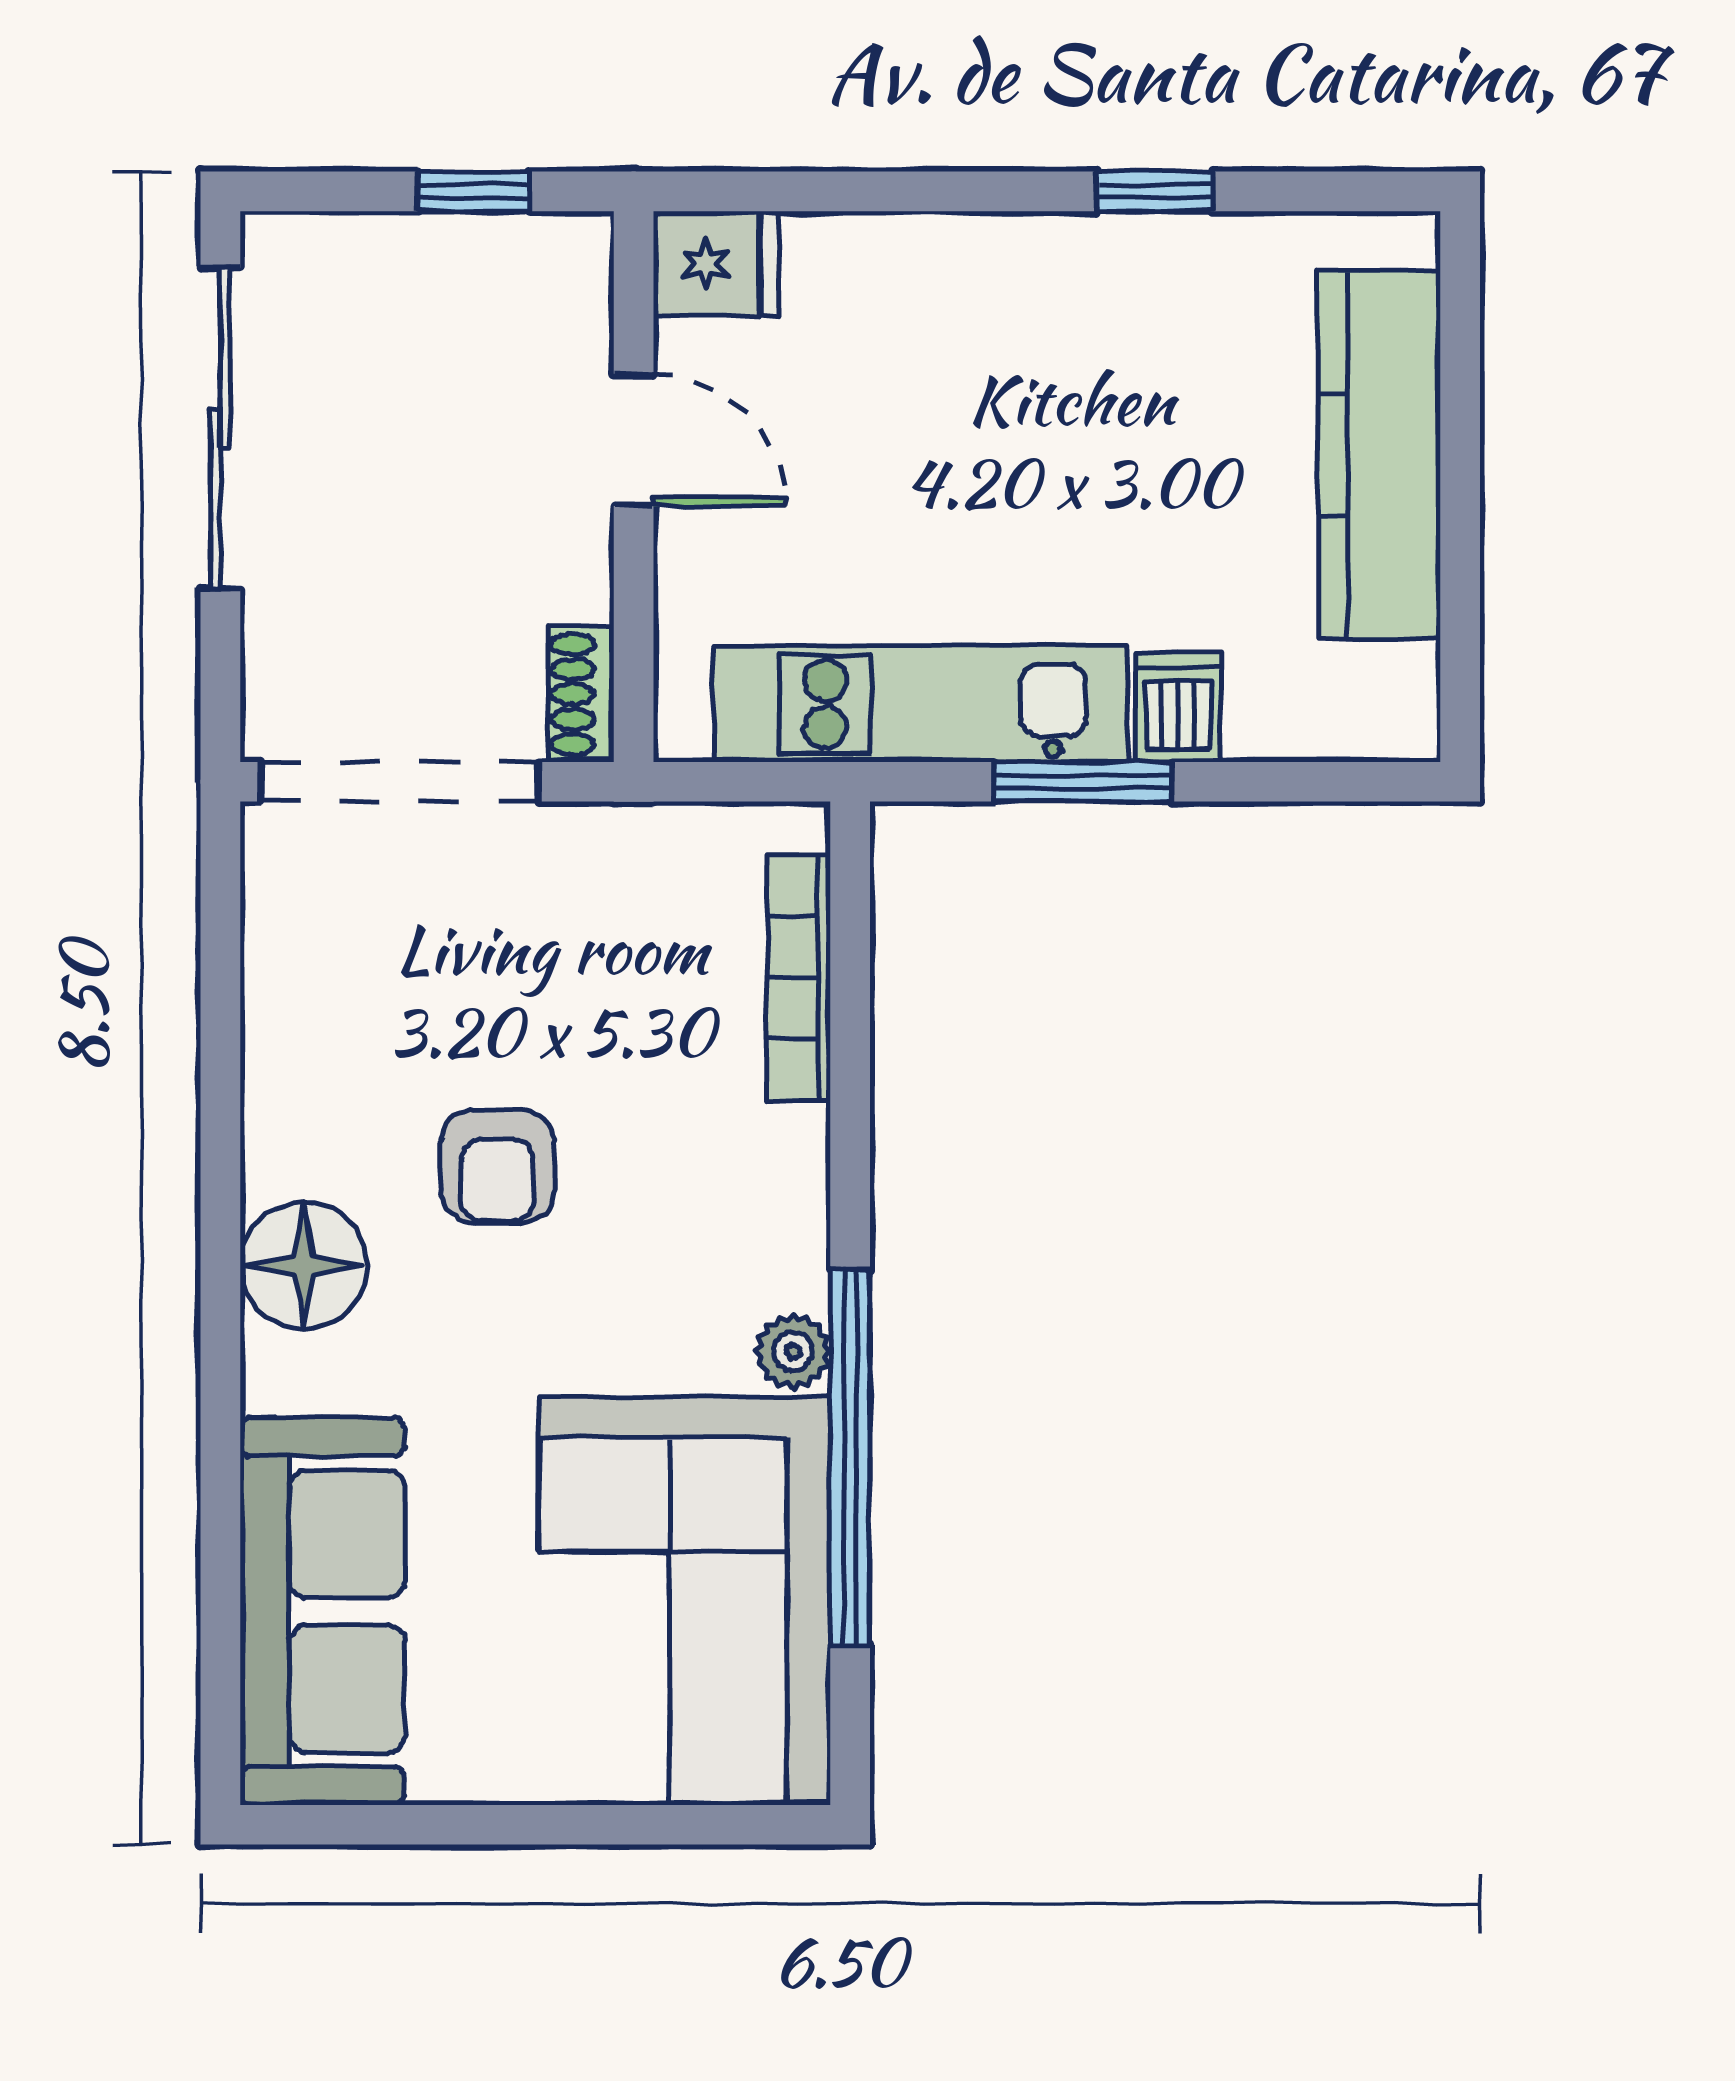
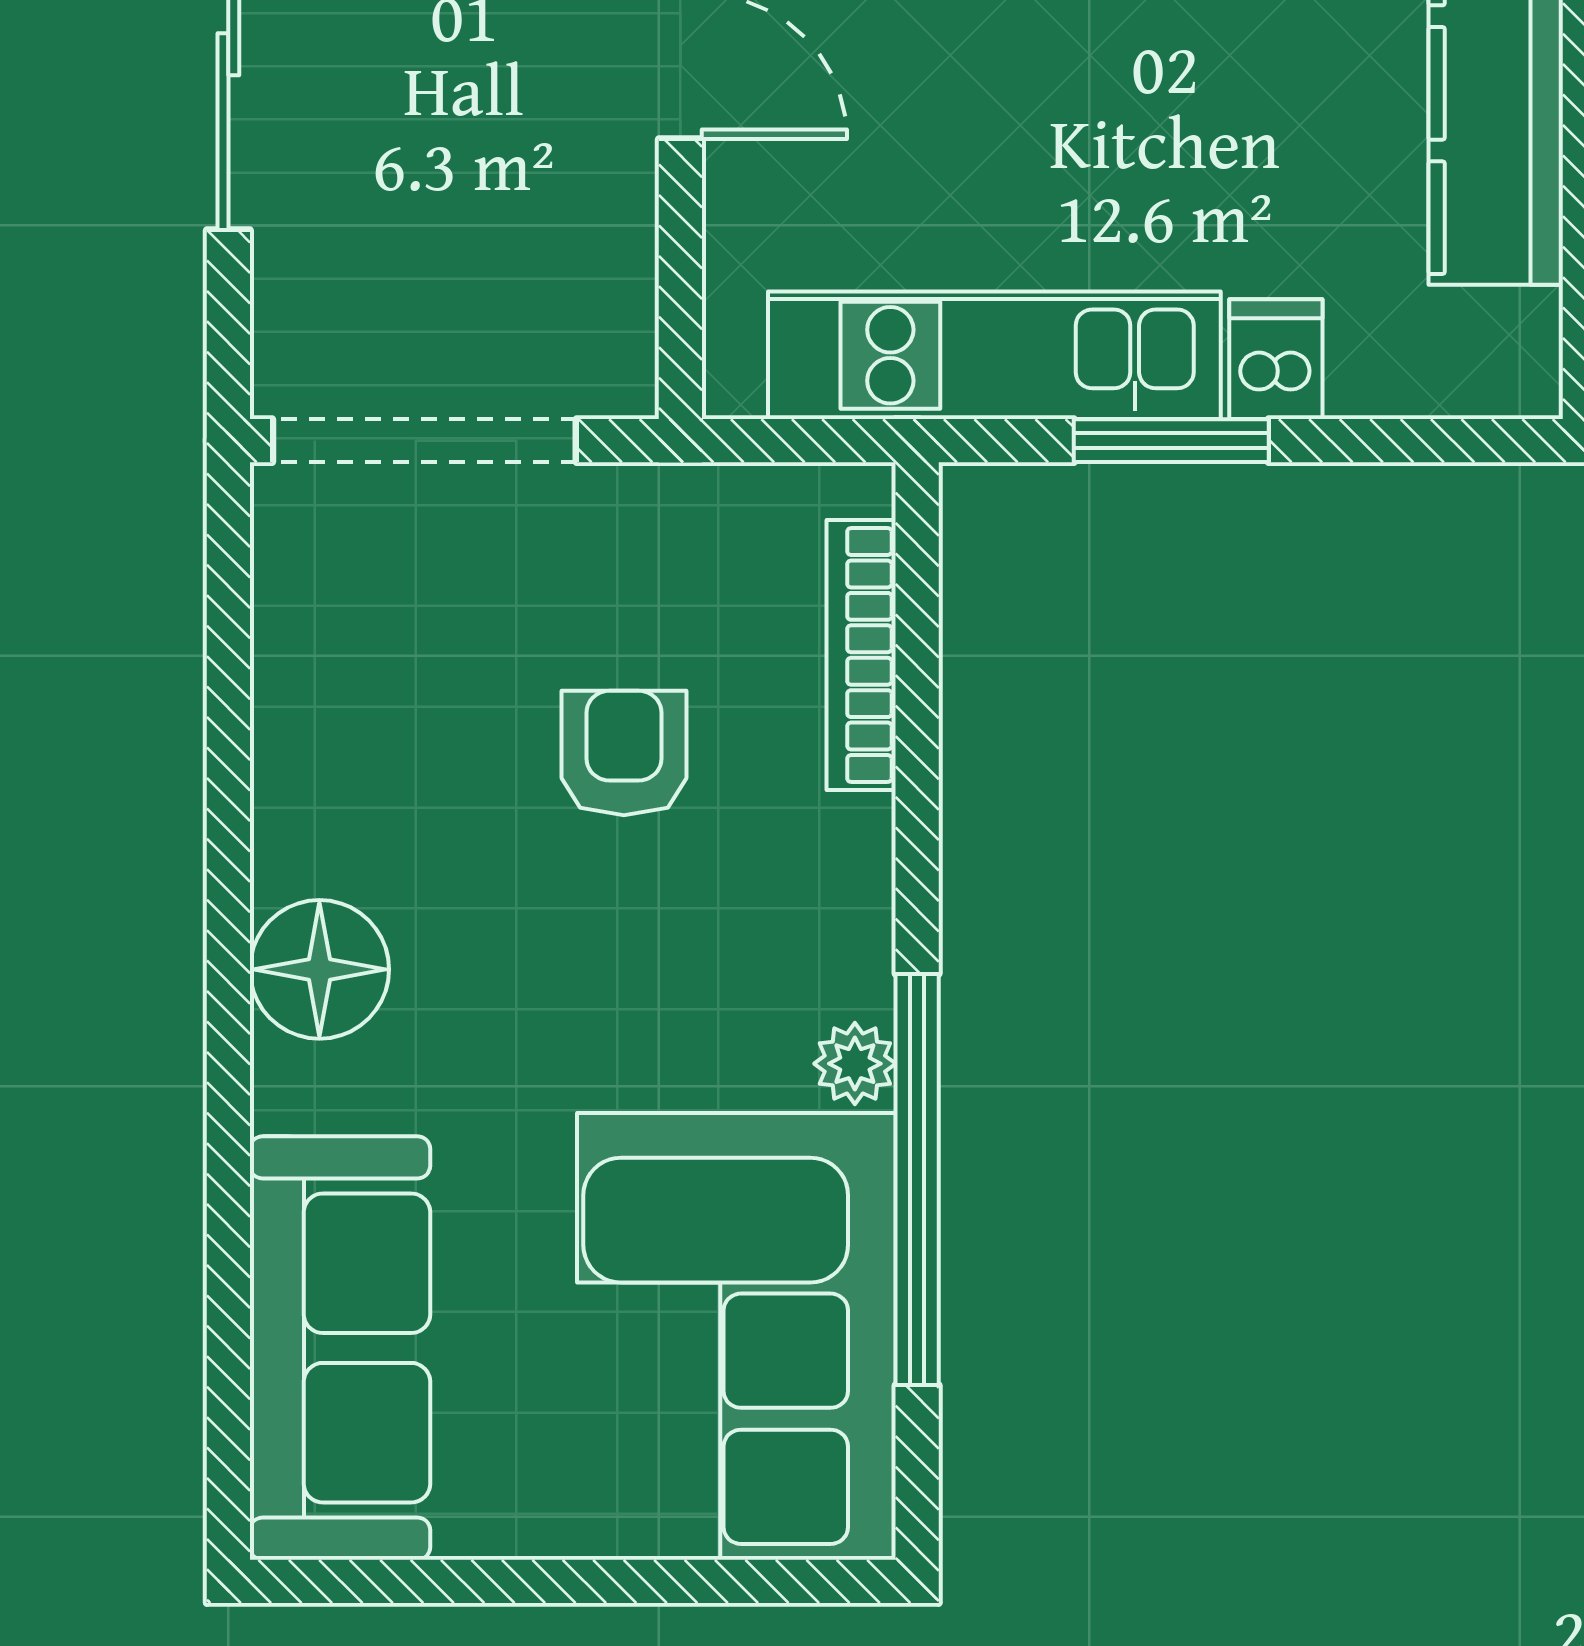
shoe rack: (581, 694) -> (623, 345), removed
armchair: (497, 1166) -> (624, 753), moved, turned 180

